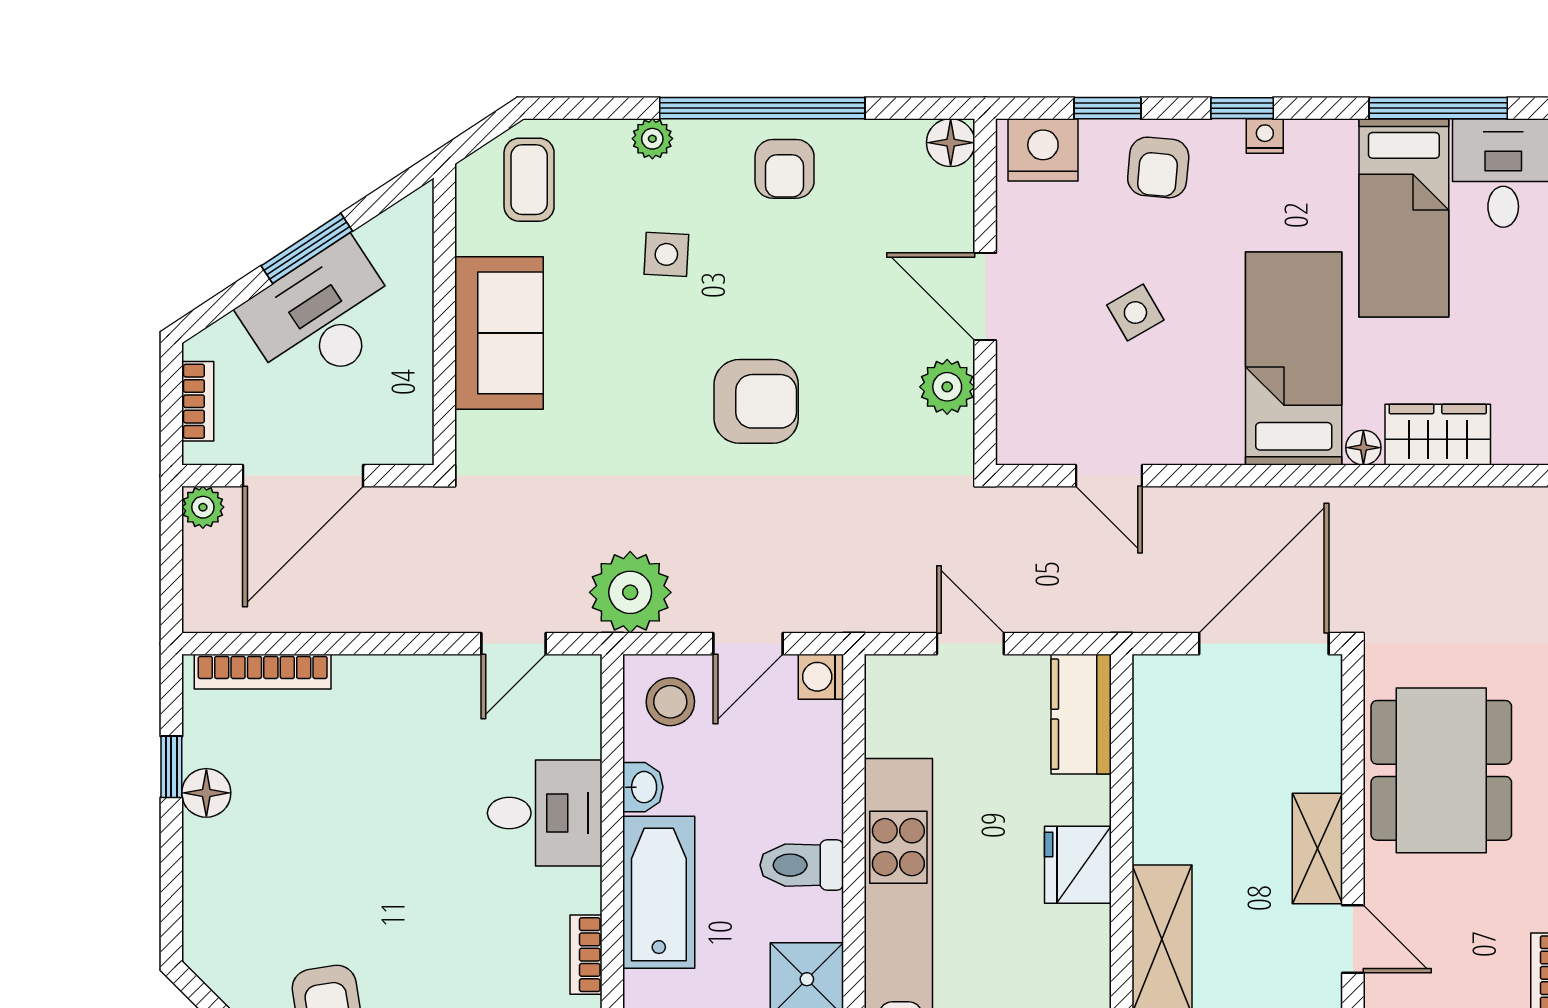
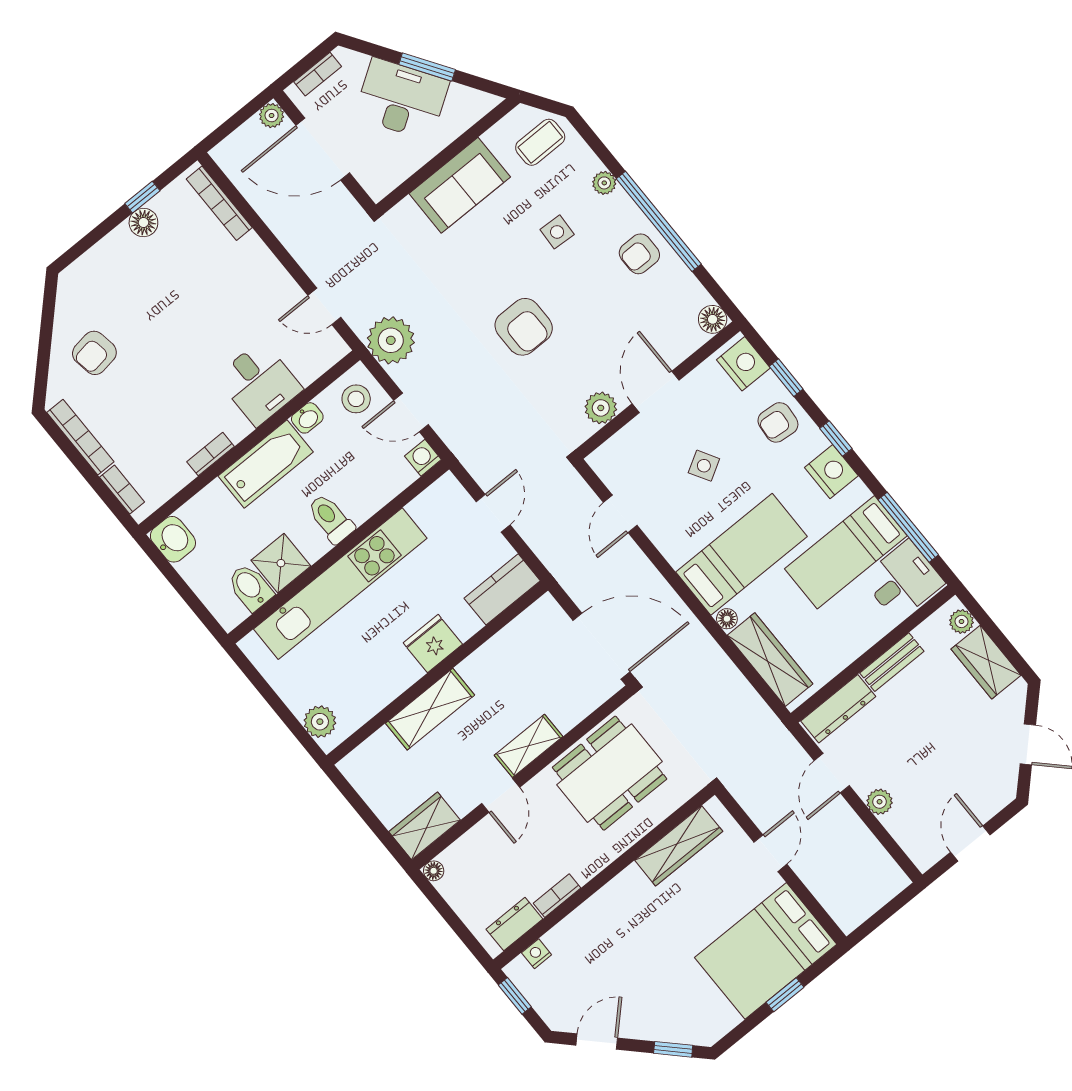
nightstand: (1265, 136) -> (831, 472), width x1.89, depth x1.79
wardrobe: (1438, 435) -> (770, 660), width x1.50

